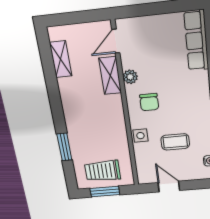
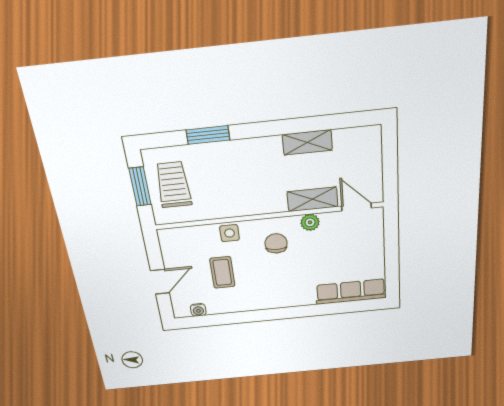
shelving: (61, 59) -> (307, 142), moved
chair: (149, 102) -> (276, 243), turned 93
door: (169, 186) -> (160, 282), moved

